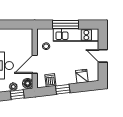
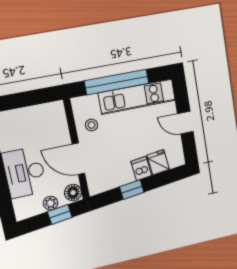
window: (65, 25) -> (117, 82), width x1.46
door: (35, 64) -> (78, 159), hinge flipped
dishwasher: (50, 80) -> (141, 169), moved

